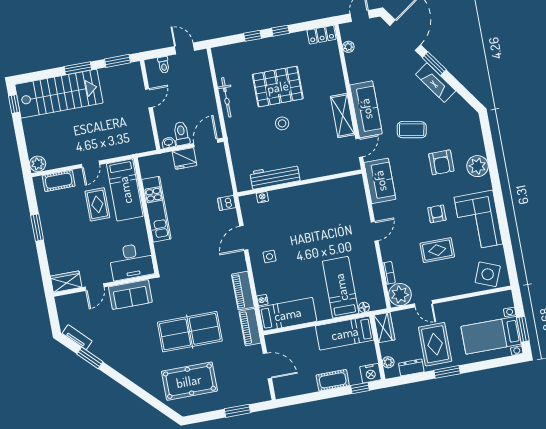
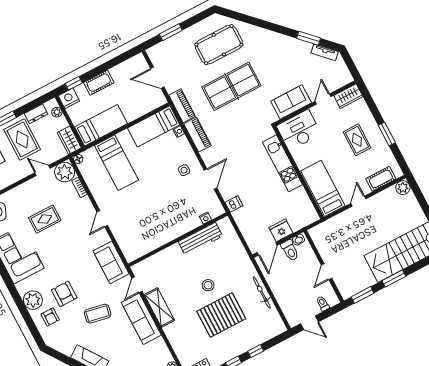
rug: (97, 204) -> (357, 140), moved
kitchen unit: (156, 209) -> (282, 163), moved
armchair: (437, 214) -> (50, 317), moved
floor lamp: (364, 307) -> (78, 159), moved

